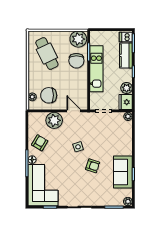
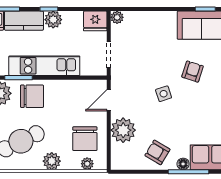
plant: (34, 74) -> (52, 161), added
plant: (127, 88) -> (53, 20), moved

